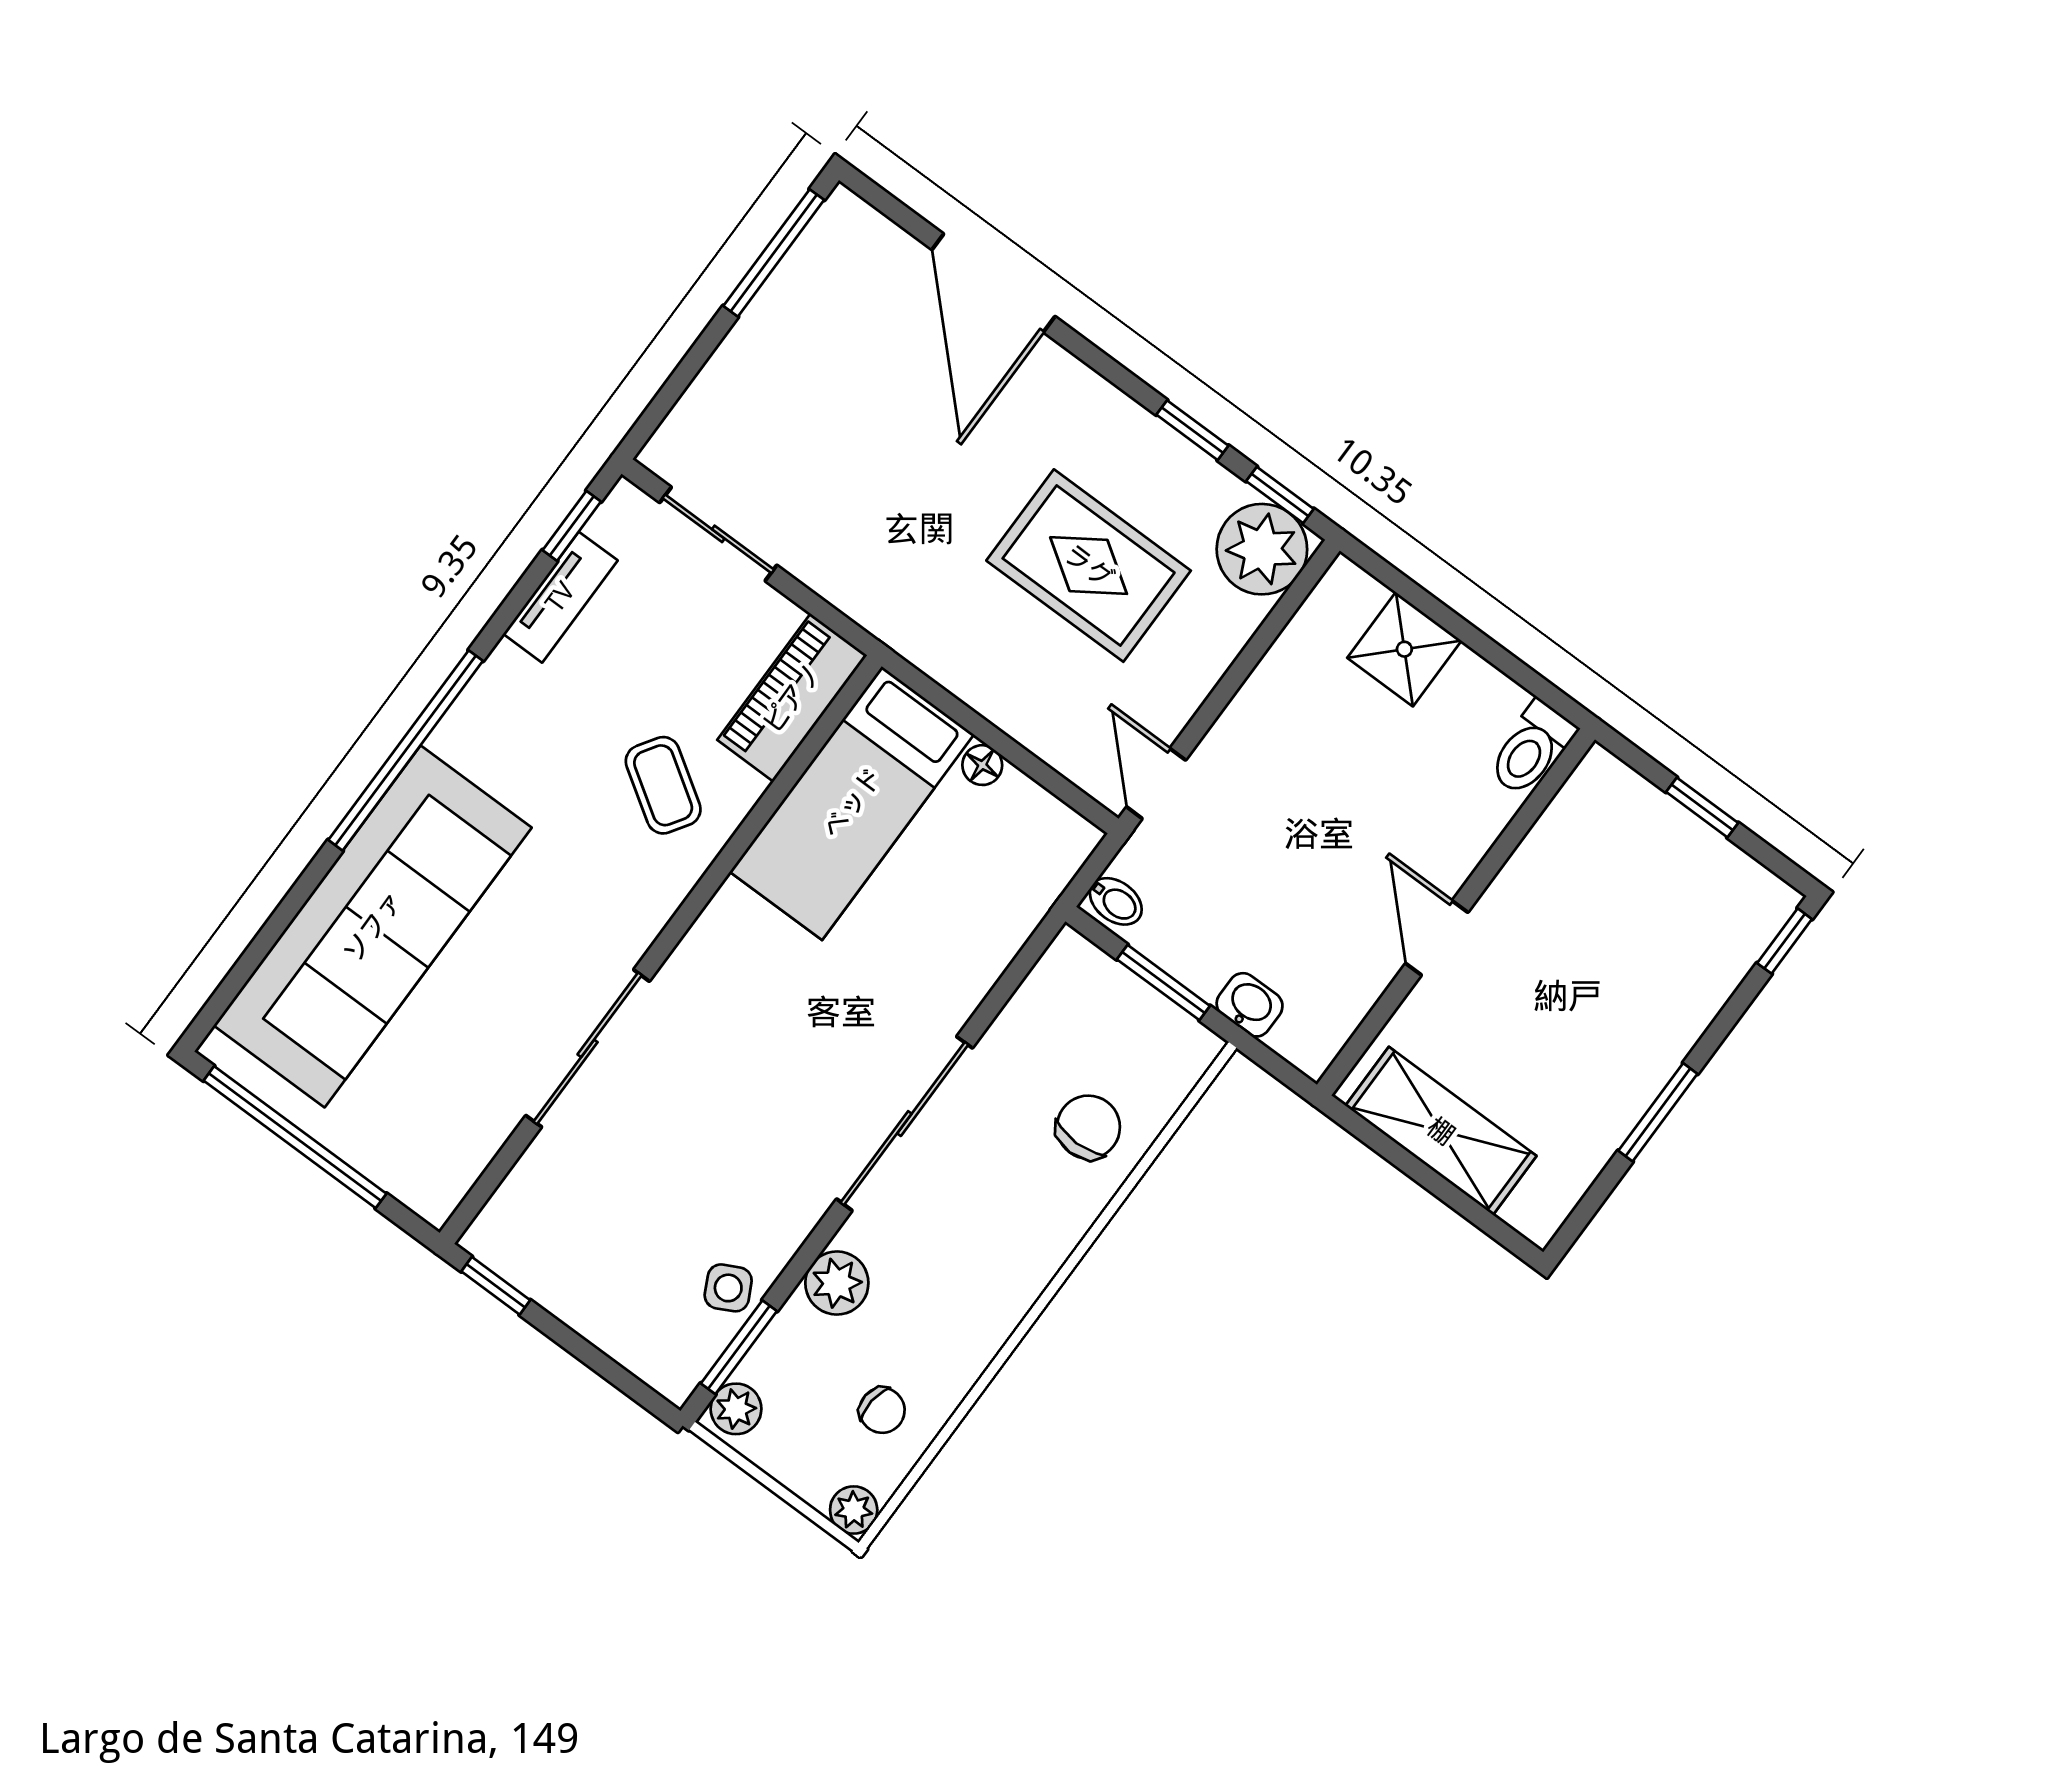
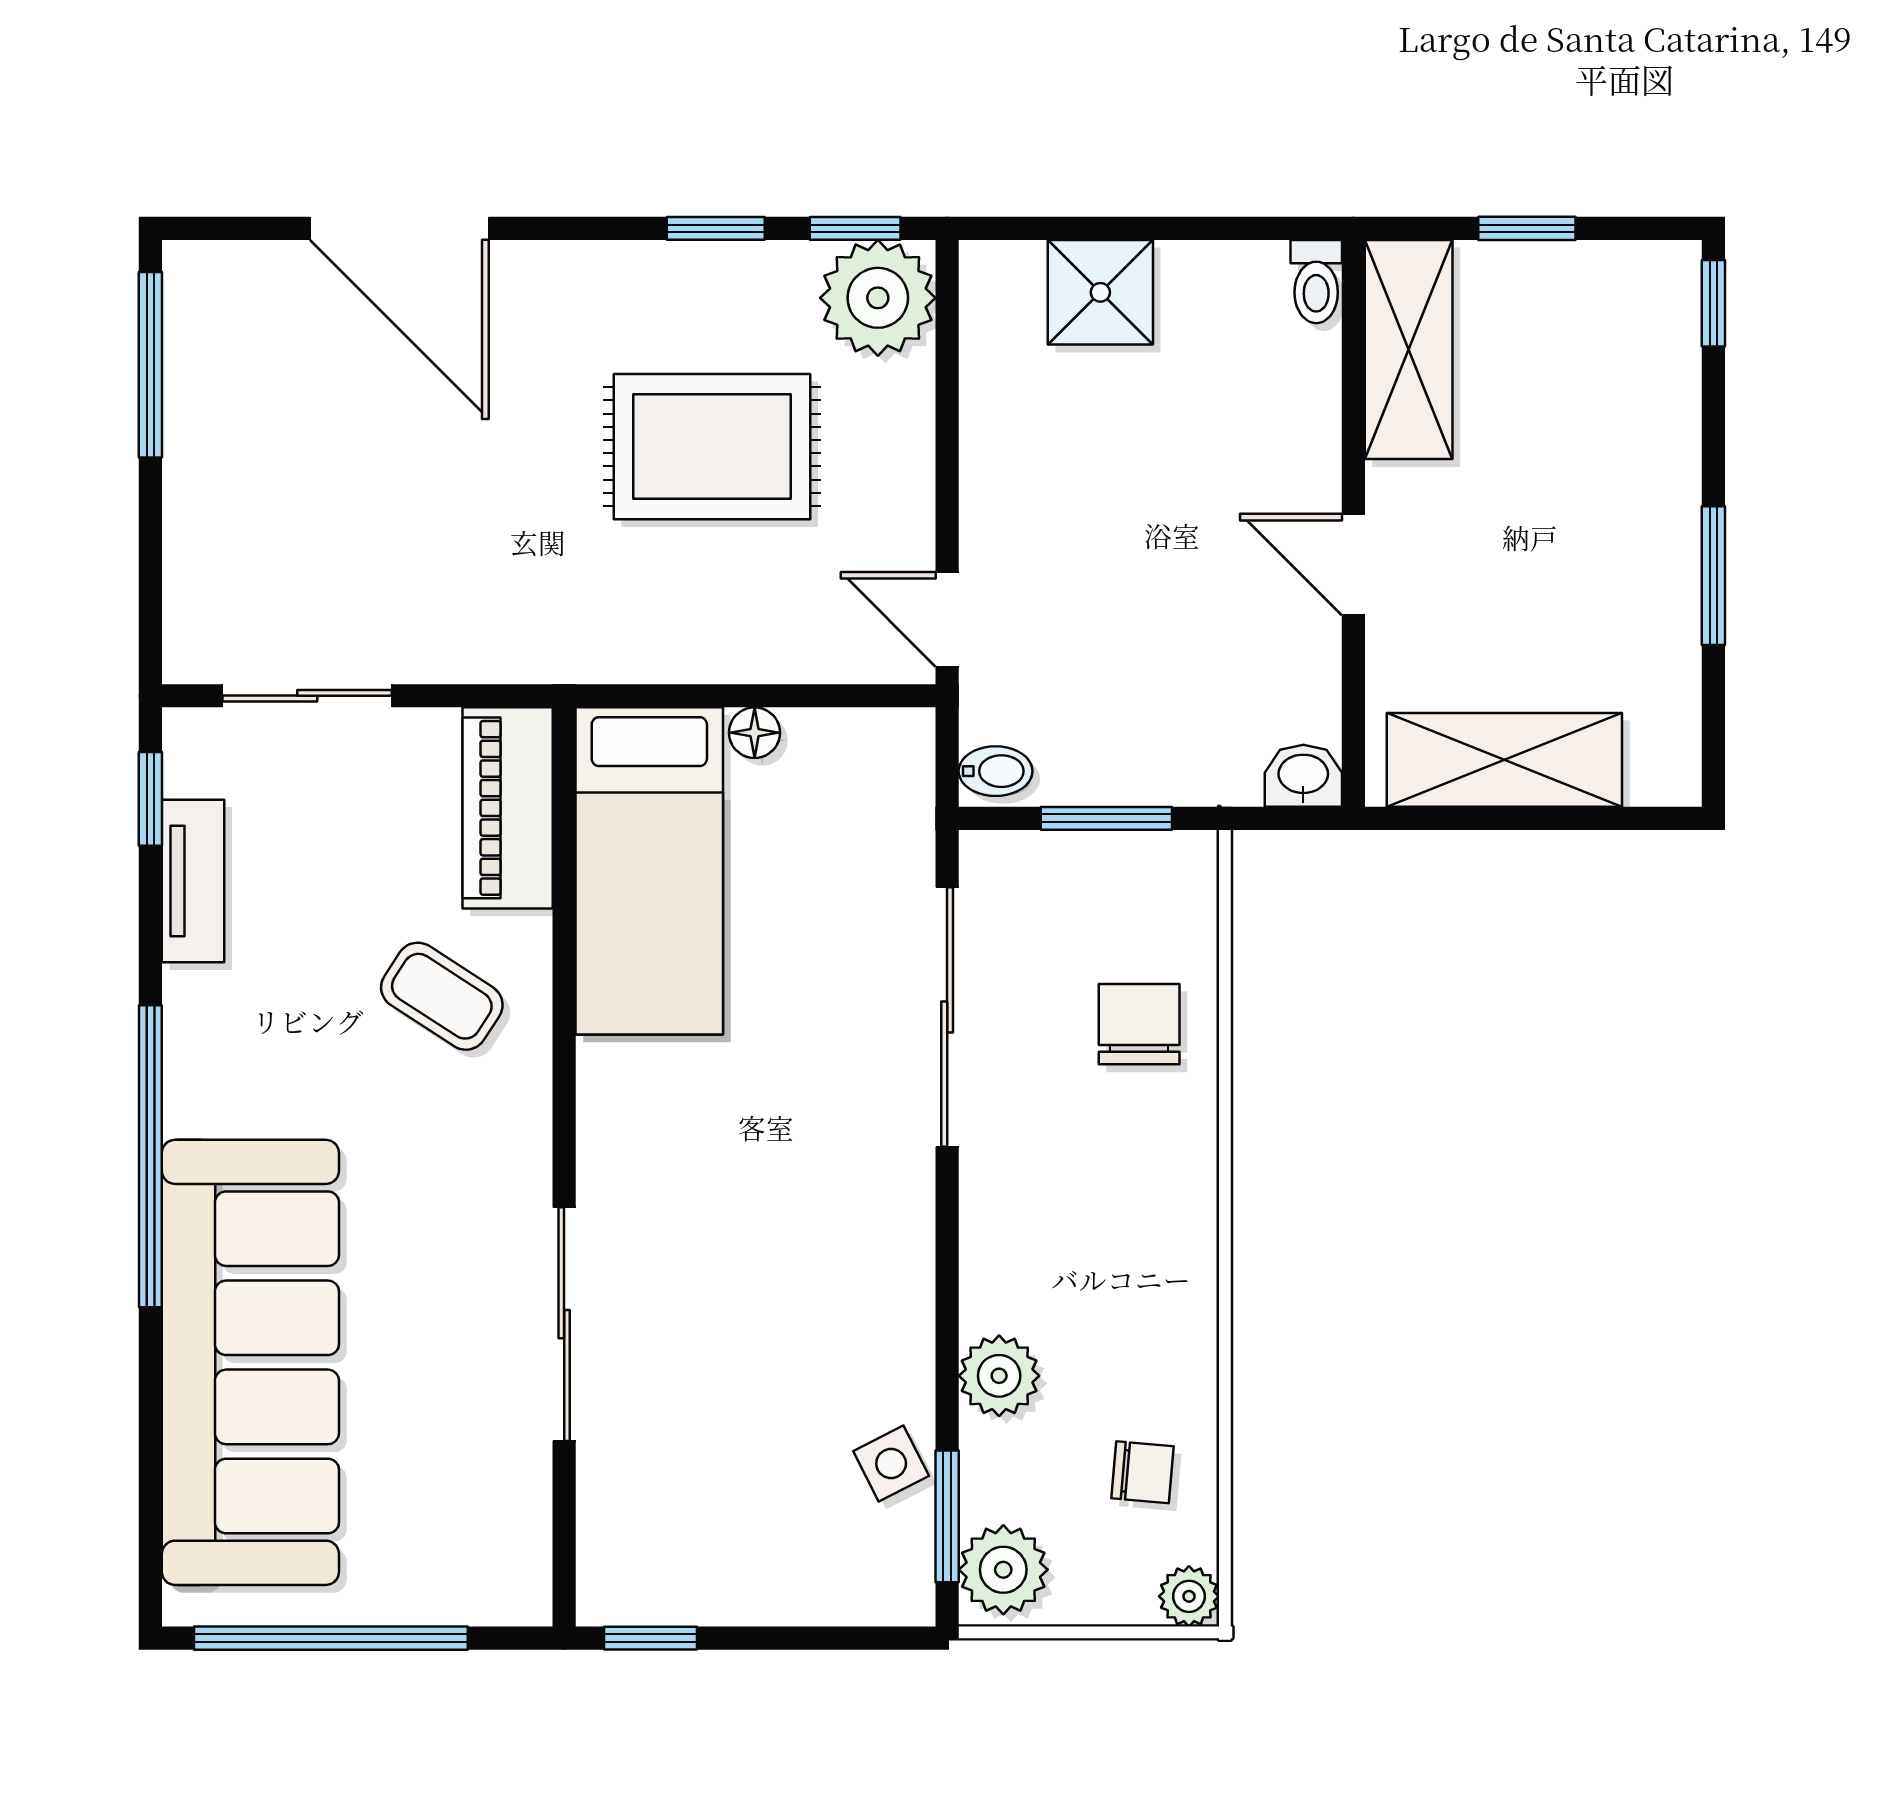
toilet: (1532, 749) -> (1316, 282), width x0.73, depth x0.72
shelving: (1571, 829) -> (1409, 350), added
washbasin: (1250, 1005) -> (1303, 776), moved
sliding door: (904, 1124) -> (947, 1017), moved
plant: (736, 1409) -> (1003, 1570), width x1.38, depth x1.38

